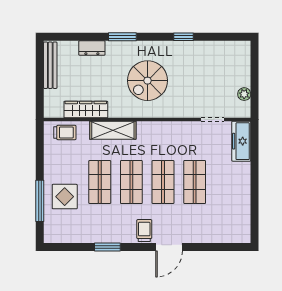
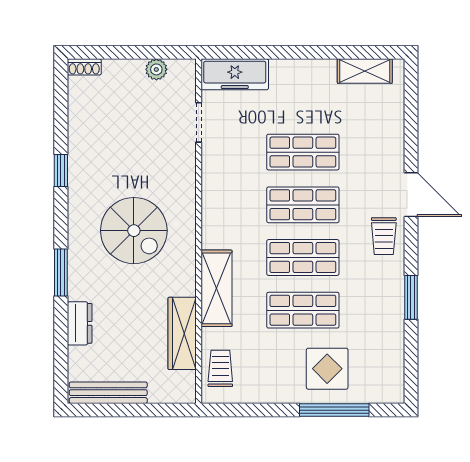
shoe rack: (246, 51) -> (84, 67), added
shelving: (243, 219) -> (365, 71), added
trolley: (144, 231) -> (384, 236), turned -90

